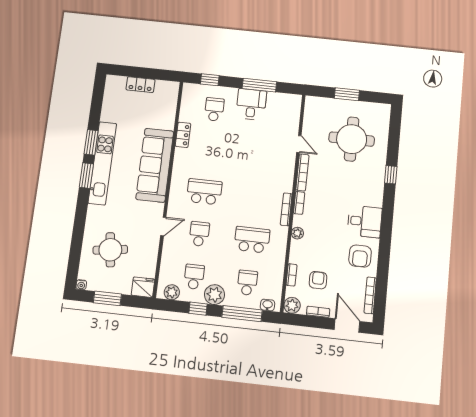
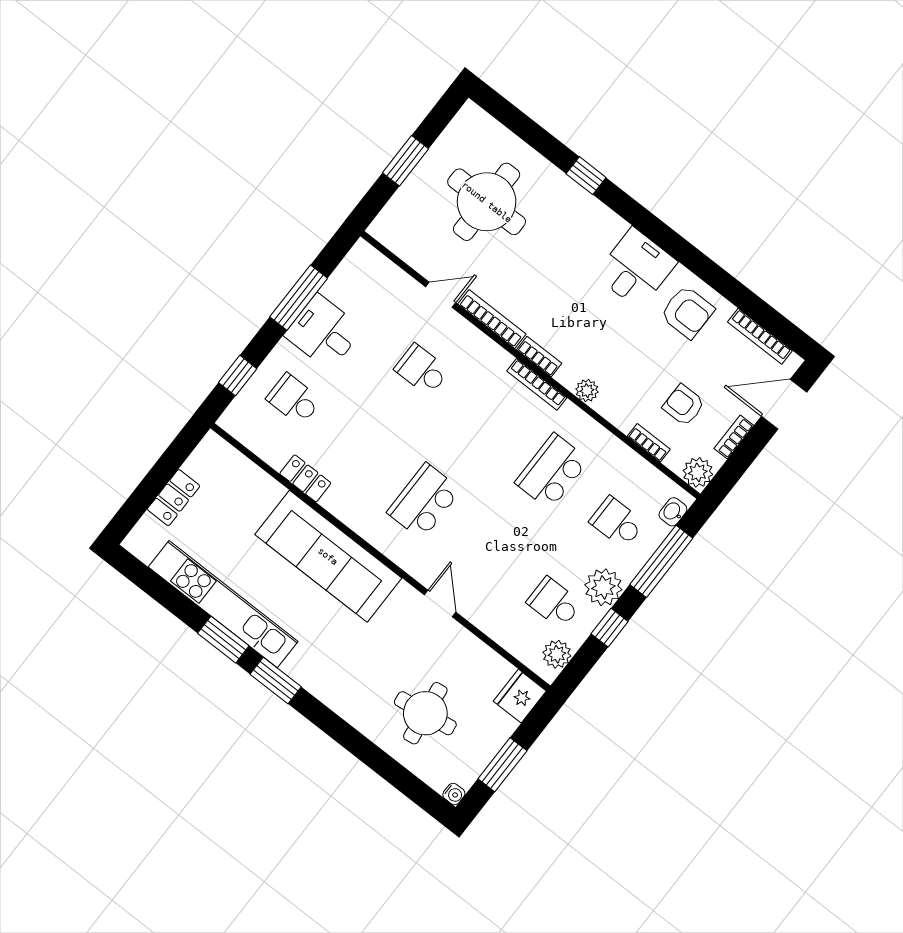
kitchen unit: (102, 163) -> (223, 604), moved
school desk: (199, 234) -> (422, 370), moved

